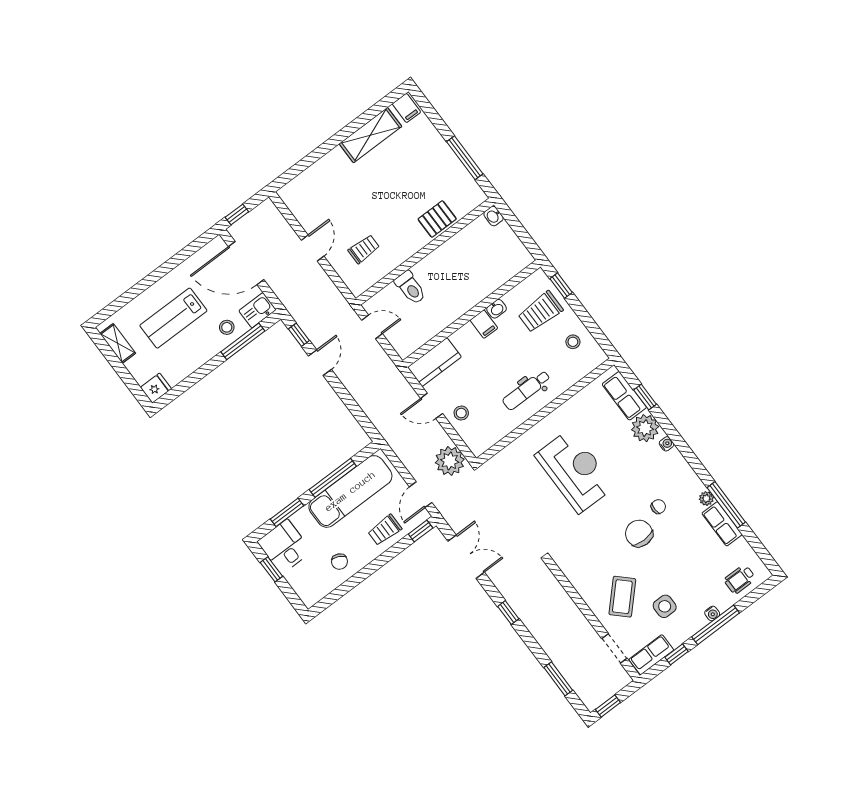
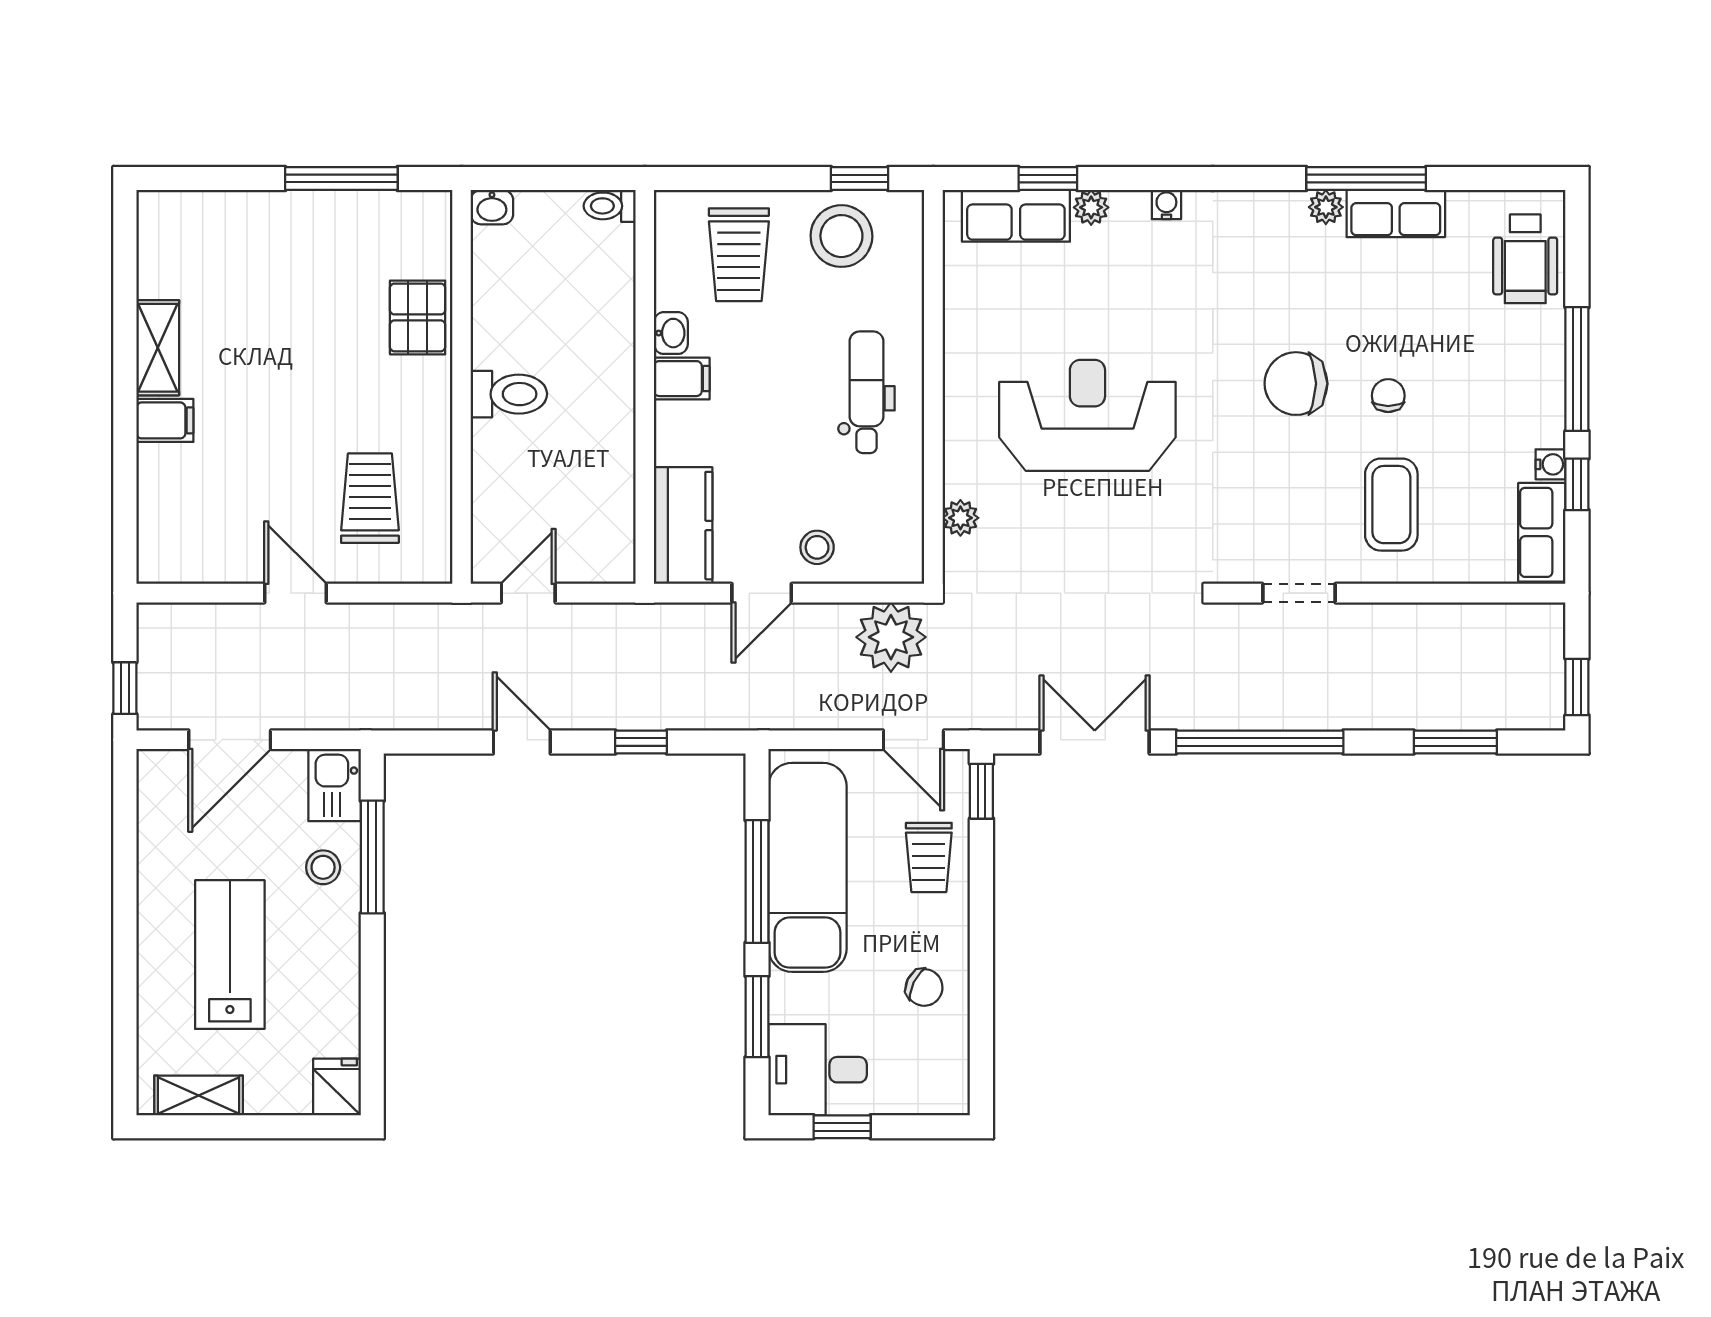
filing cabinet: (406, 108) -> (165, 420), moved
shelving: (370, 135) -> (158, 348), width x0.67, depth x0.75
trolley: (364, 249) -> (370, 498), width x1.36, depth x1.39
toilet: (524, 256) -> (610, 206), added
door: (246, 263) -> (230, 740), width x0.73
window: (561, 286) -> (859, 179), moved
toilet: (410, 288) -> (509, 394), moved
lab bench: (173, 318) -> (230, 955), turned 180
window: (299, 335) -> (641, 742), moved
stool: (573, 342) -> (841, 236), width x1.89, depth x1.89
dental chair: (526, 390) -> (866, 392), turned 180
plant: (645, 428) -> (1091, 207), width x0.53, depth x0.53
plant: (508, 454) -> (960, 518), added
chair: (658, 507) -> (1388, 396), moved
wheelchair: (740, 579) -> (1525, 259), width x1.36, depth x1.37
coffee table: (622, 597) -> (1391, 505), turned 46
side table: (665, 606) -> (1470, 439), removed
window: (508, 613) -> (1260, 742), width x3.17
water cooler: (712, 613) -> (1551, 464), moved
doorway: (614, 648) -> (1299, 593), moved

